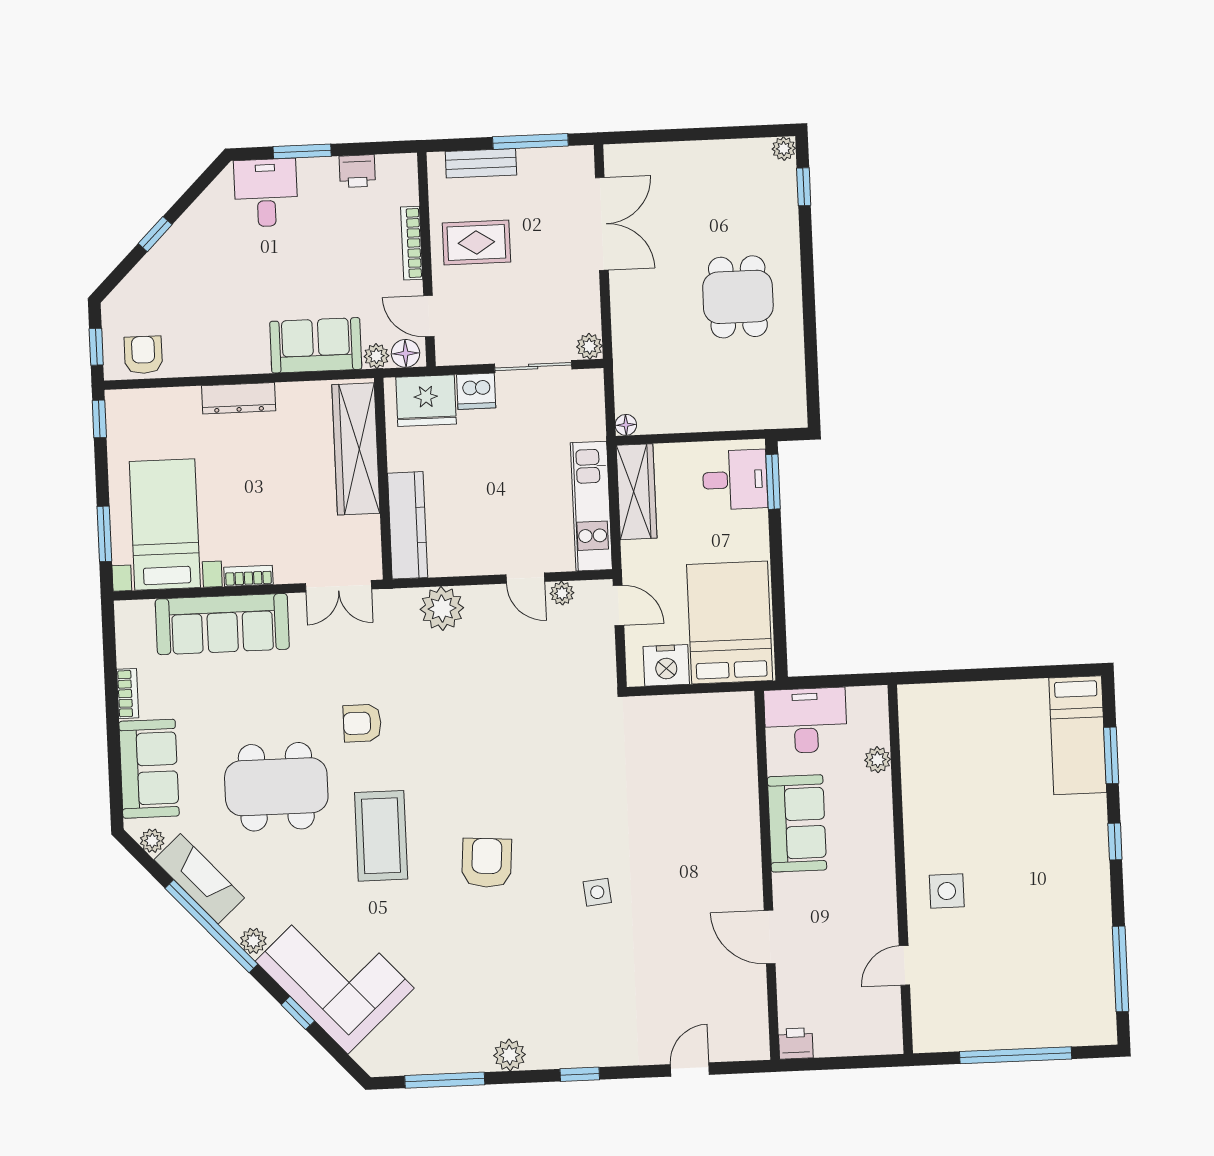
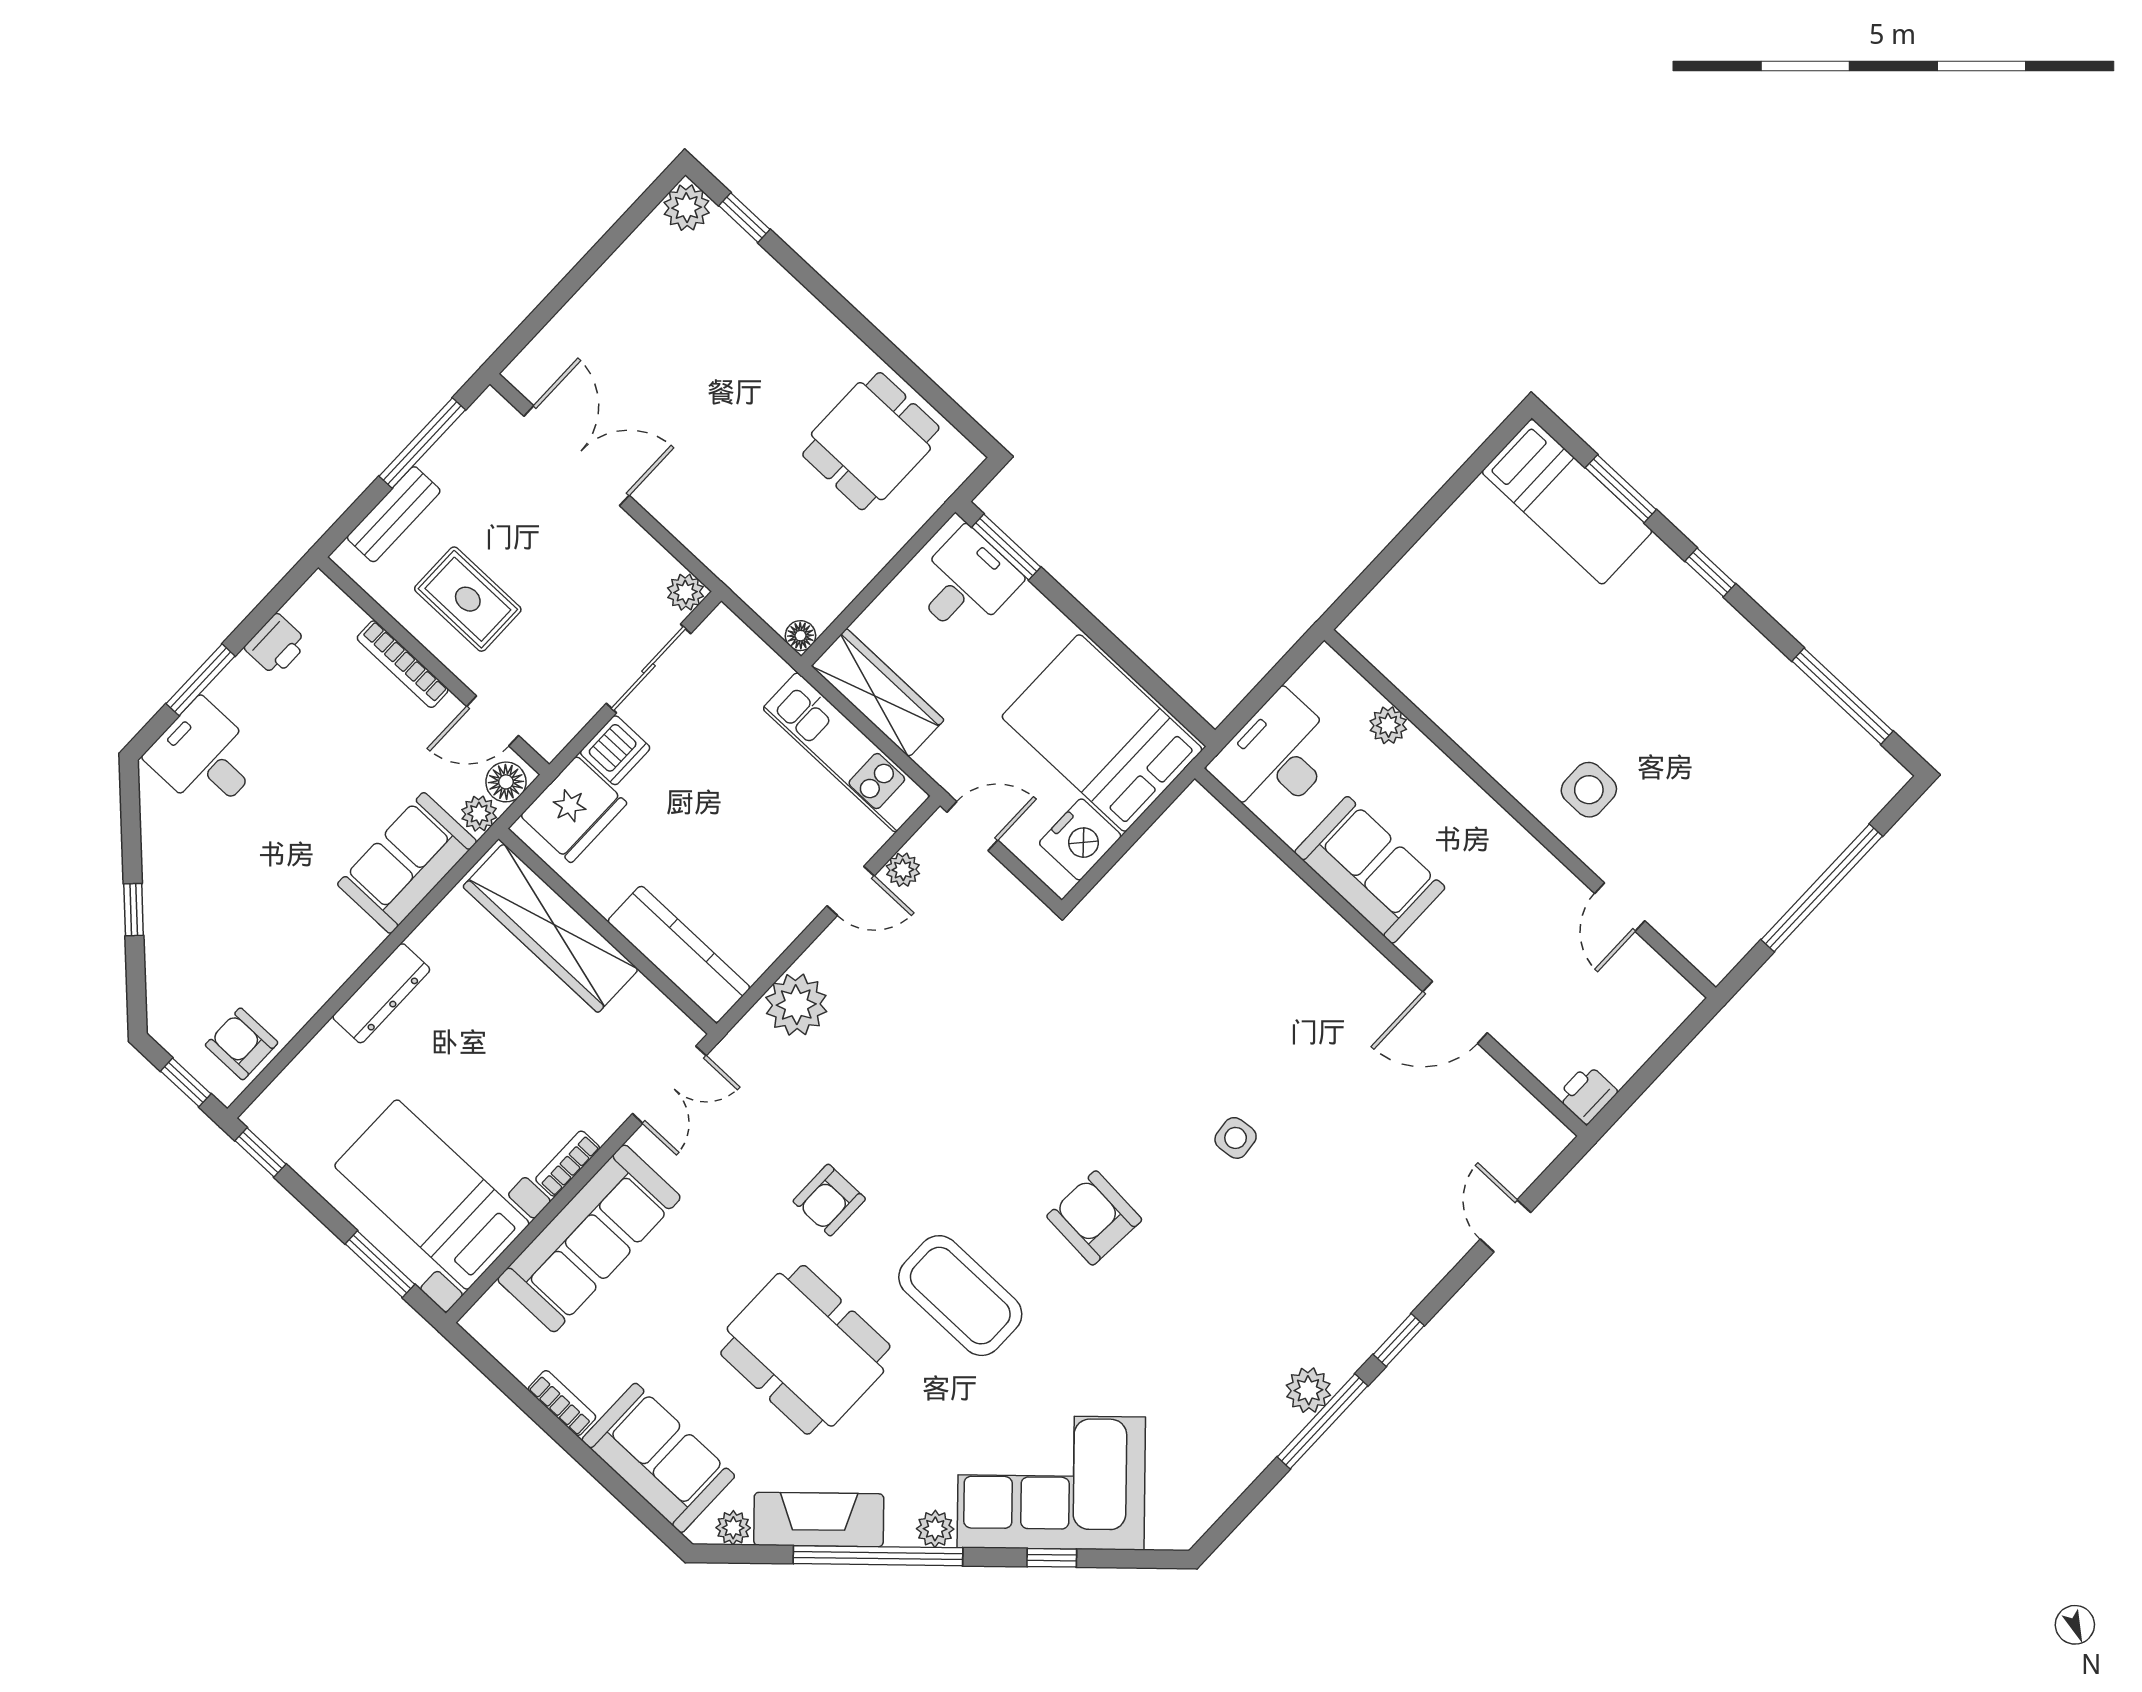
plant: (784, 149) -> (687, 208), width x1.38, depth x1.38
rug: (476, 243) -> (468, 599), turned 90
dining table: (738, 297) -> (871, 441), moved, turned 90
dining table: (276, 787) -> (805, 1350), turned 90
window: (445, 1080) -> (1323, 1421), moved

